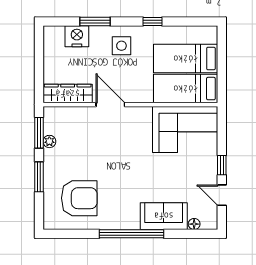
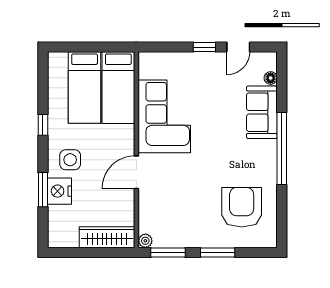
nightstand: (77, 36) -> (59, 191), moved
wardrobe: (68, 94) -> (107, 237), moved, turned 90
corner sofa: (185, 129) -> (164, 116), moved
plant: (49, 141) -> (145, 241), moved

